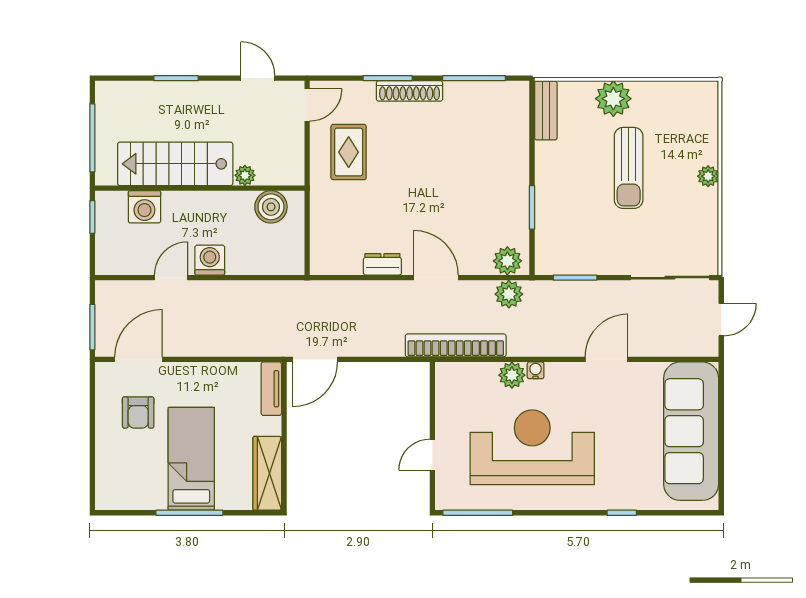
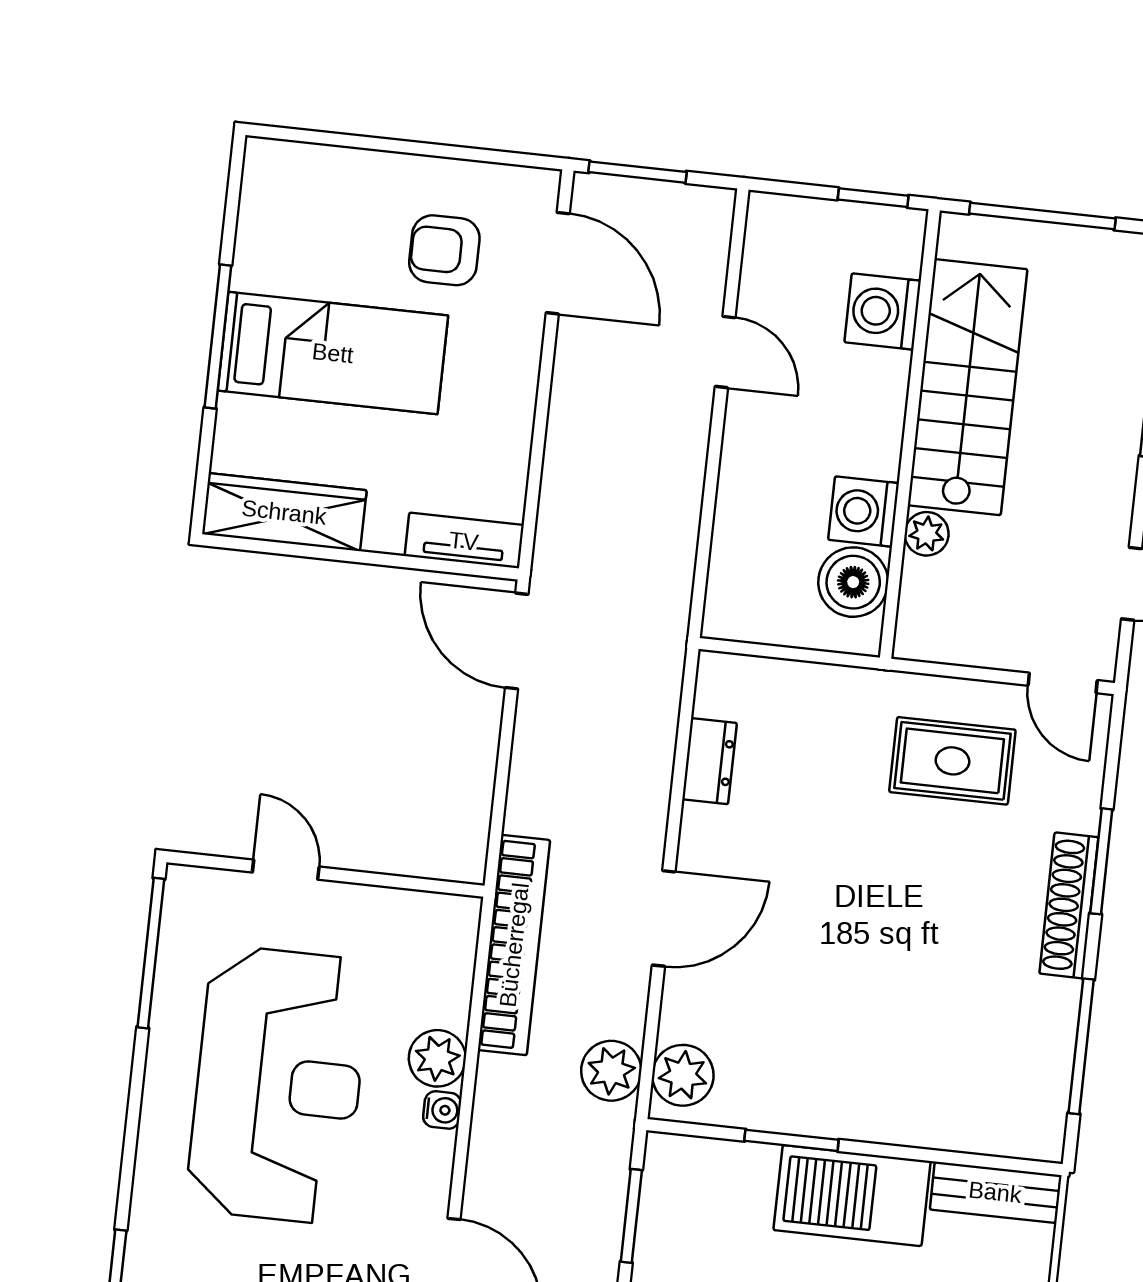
barbecue: (555, 177) -> (852, 1196), added
washing machine: (210, 260) -> (864, 511), moved, turned 180
dresser: (382, 264) -> (709, 761), moved

